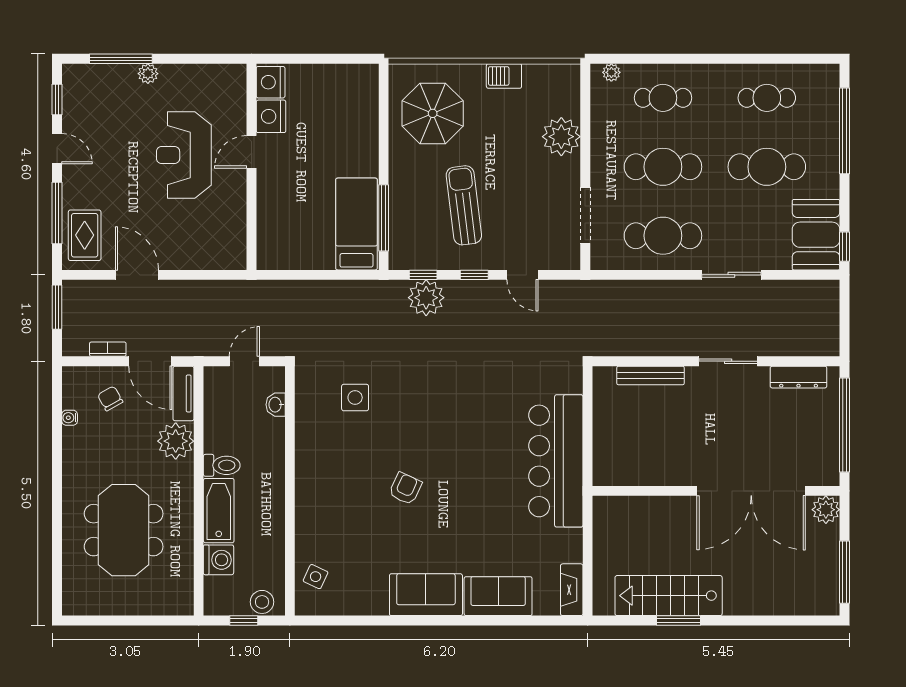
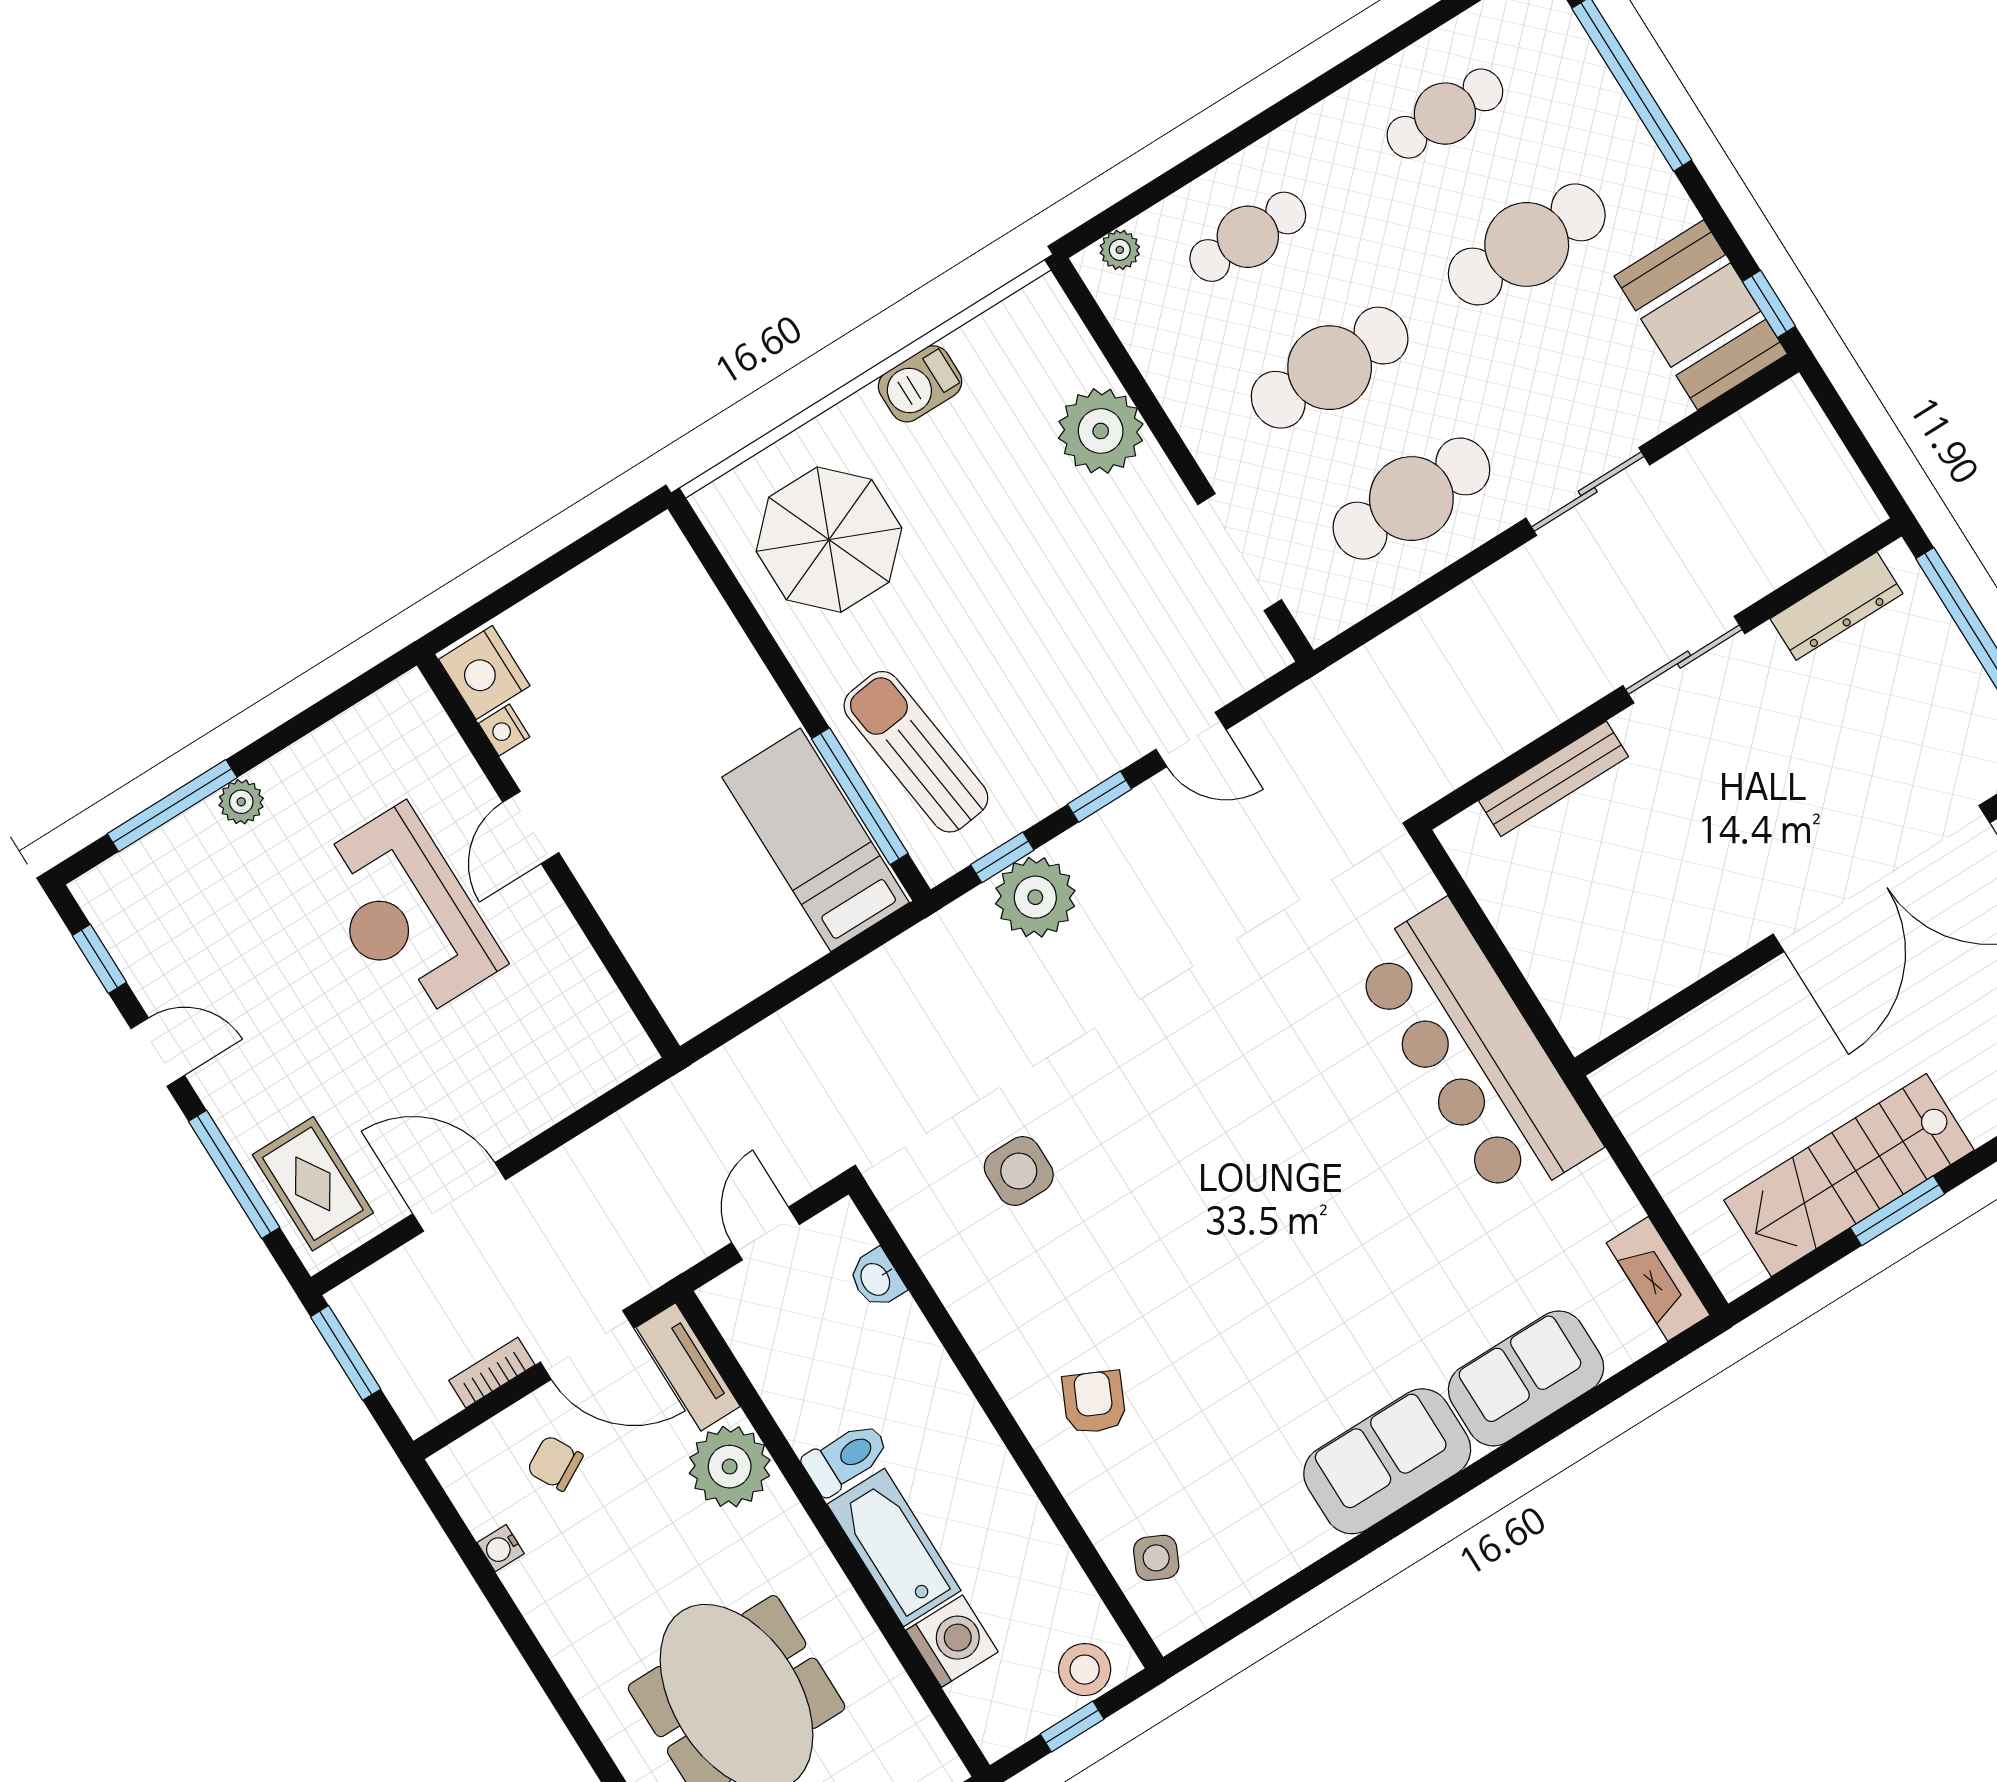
nightstand: (271, 116) -> (504, 730), width x0.53, depth x0.56
sun lounger: (464, 205) -> (916, 752), moved
armchair: (405, 488) -> (1094, 1402), moved

